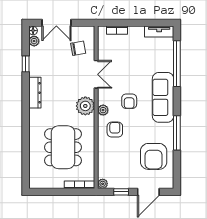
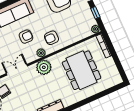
dining table: (63, 147) -> (82, 70), turned 90

